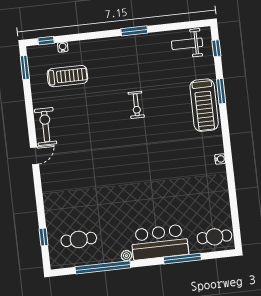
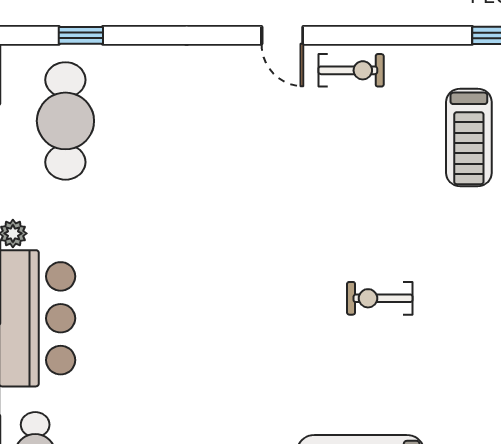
exercise bike: (46, 127) -> (351, 70), width x0.73, depth x0.72
cafe table: (79, 239) -> (65, 121), width x1.37, depth x1.35

